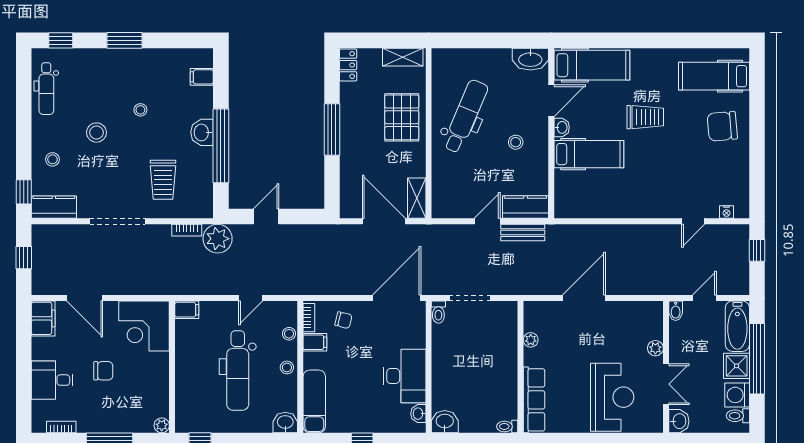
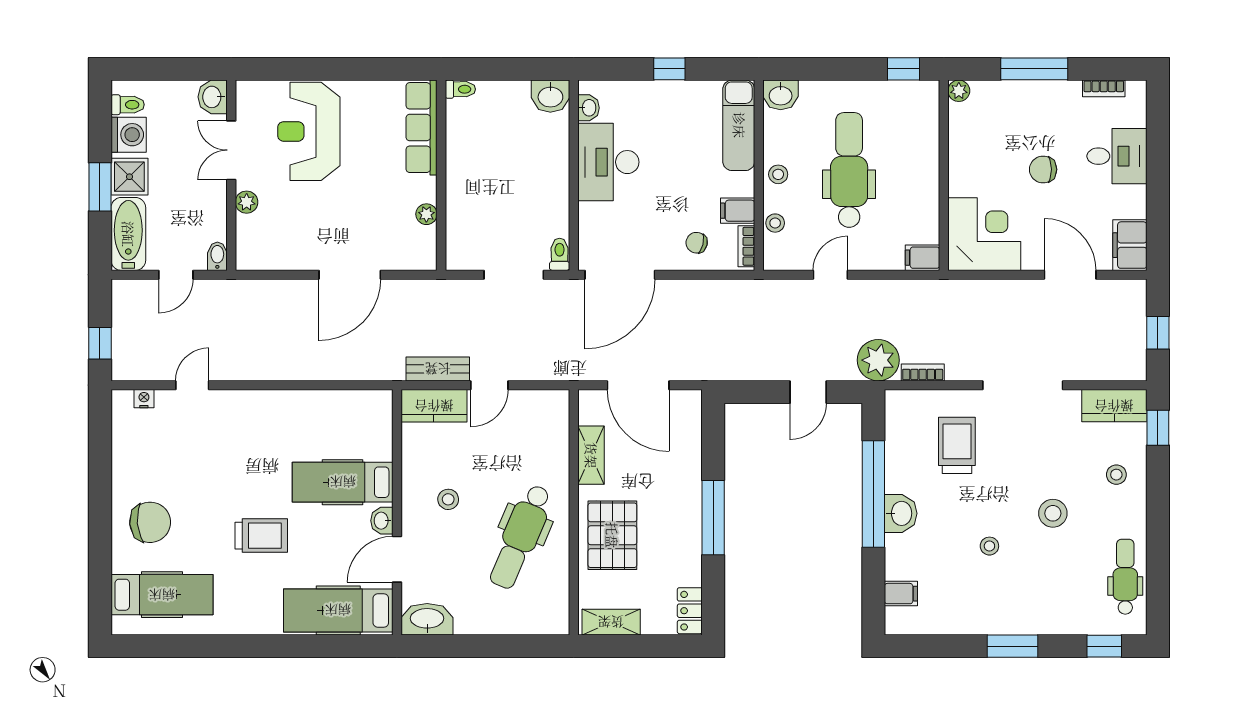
trolley: (645, 117) -> (261, 536), turned 180
shelving: (417, 198) -> (591, 455), moved
window: (757, 359) -> (100, 187), width x0.47

